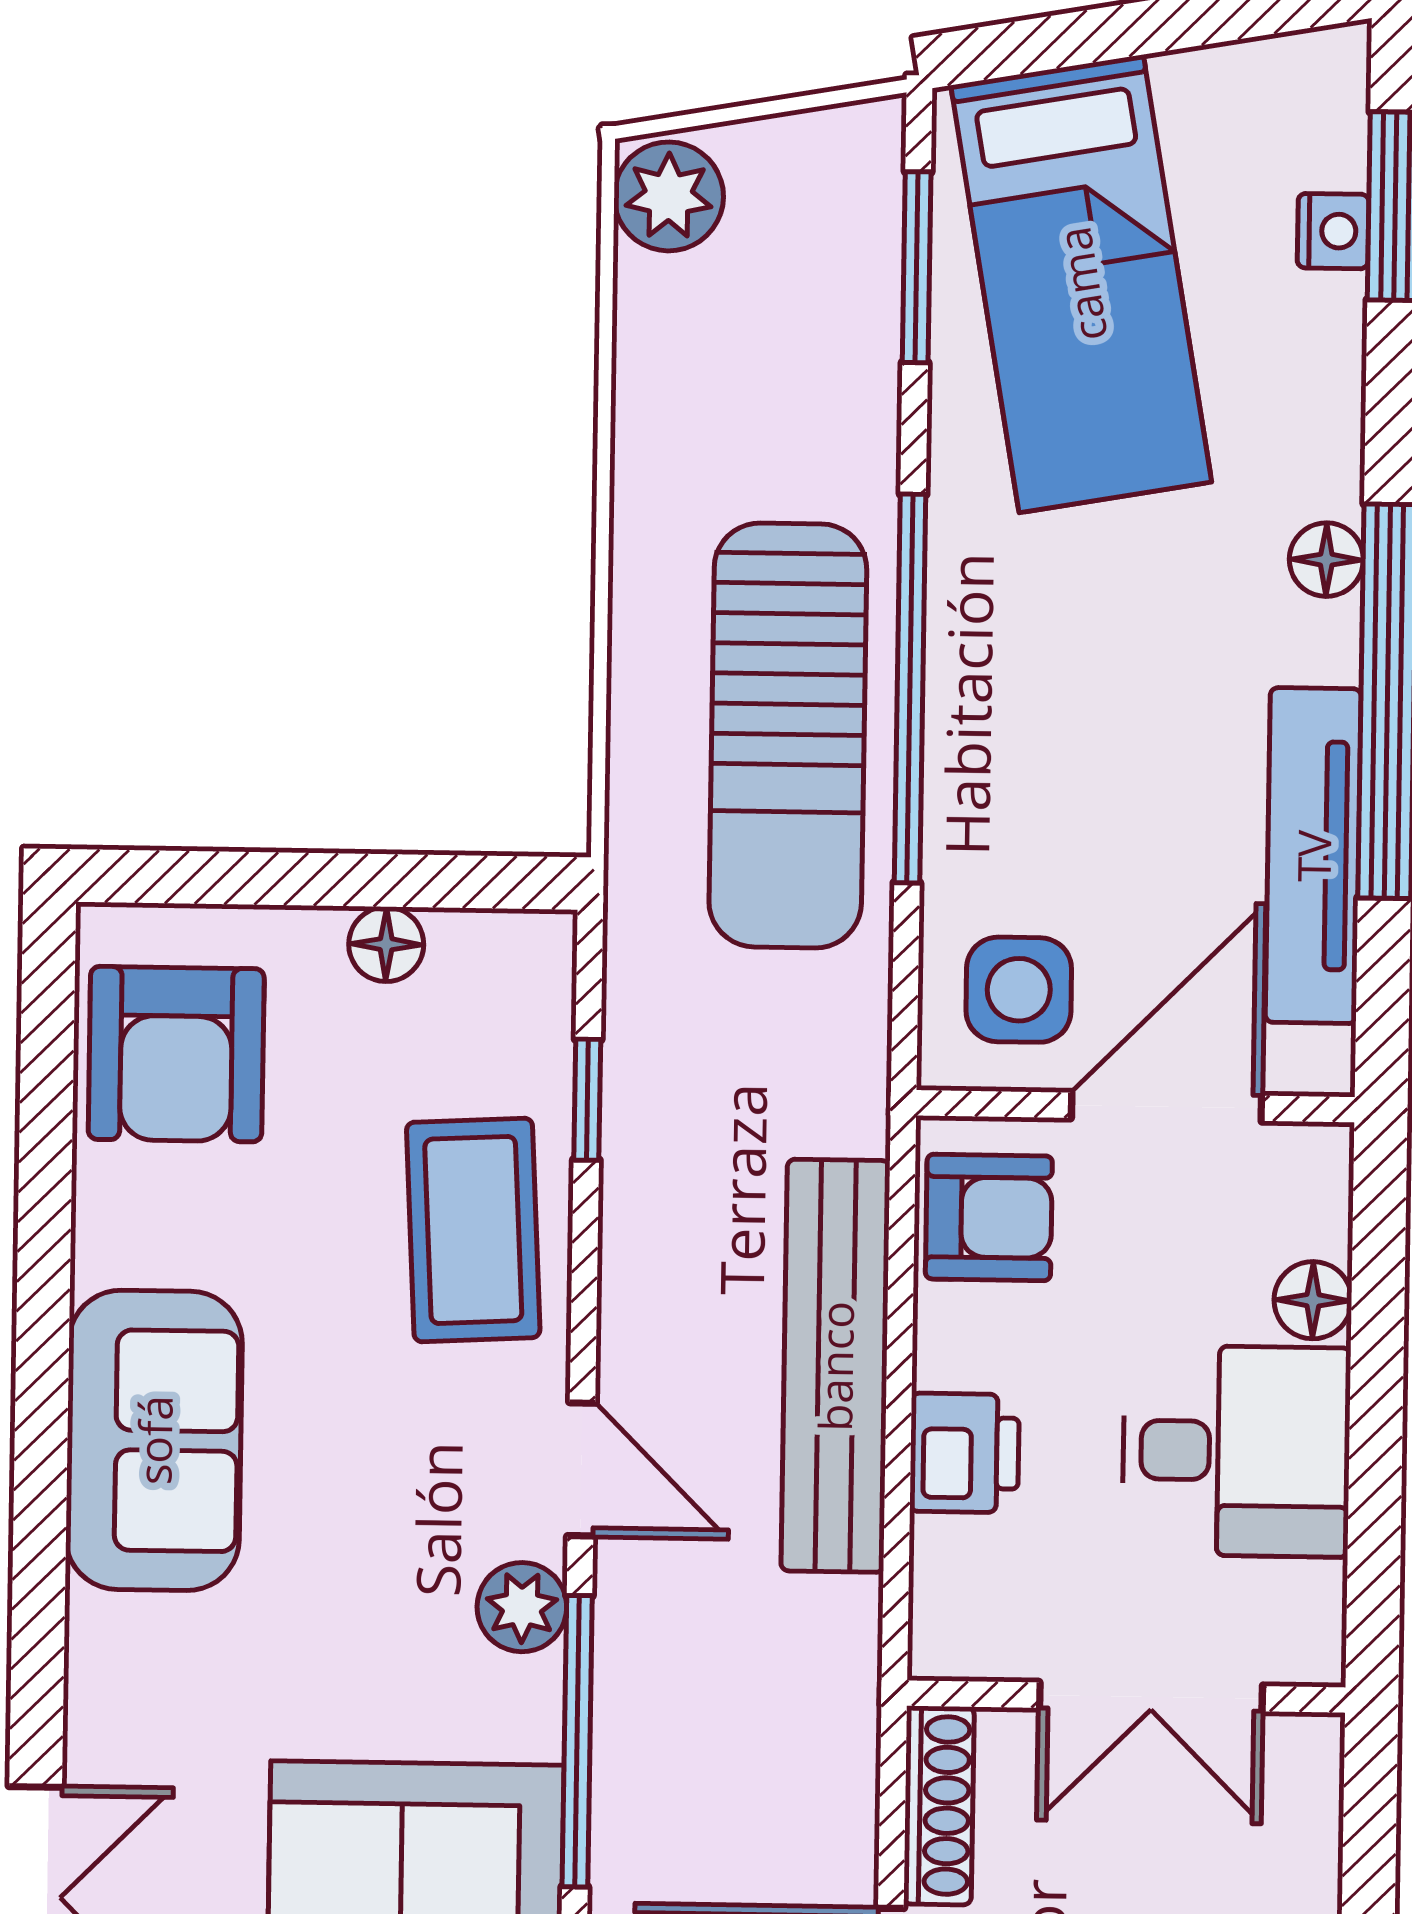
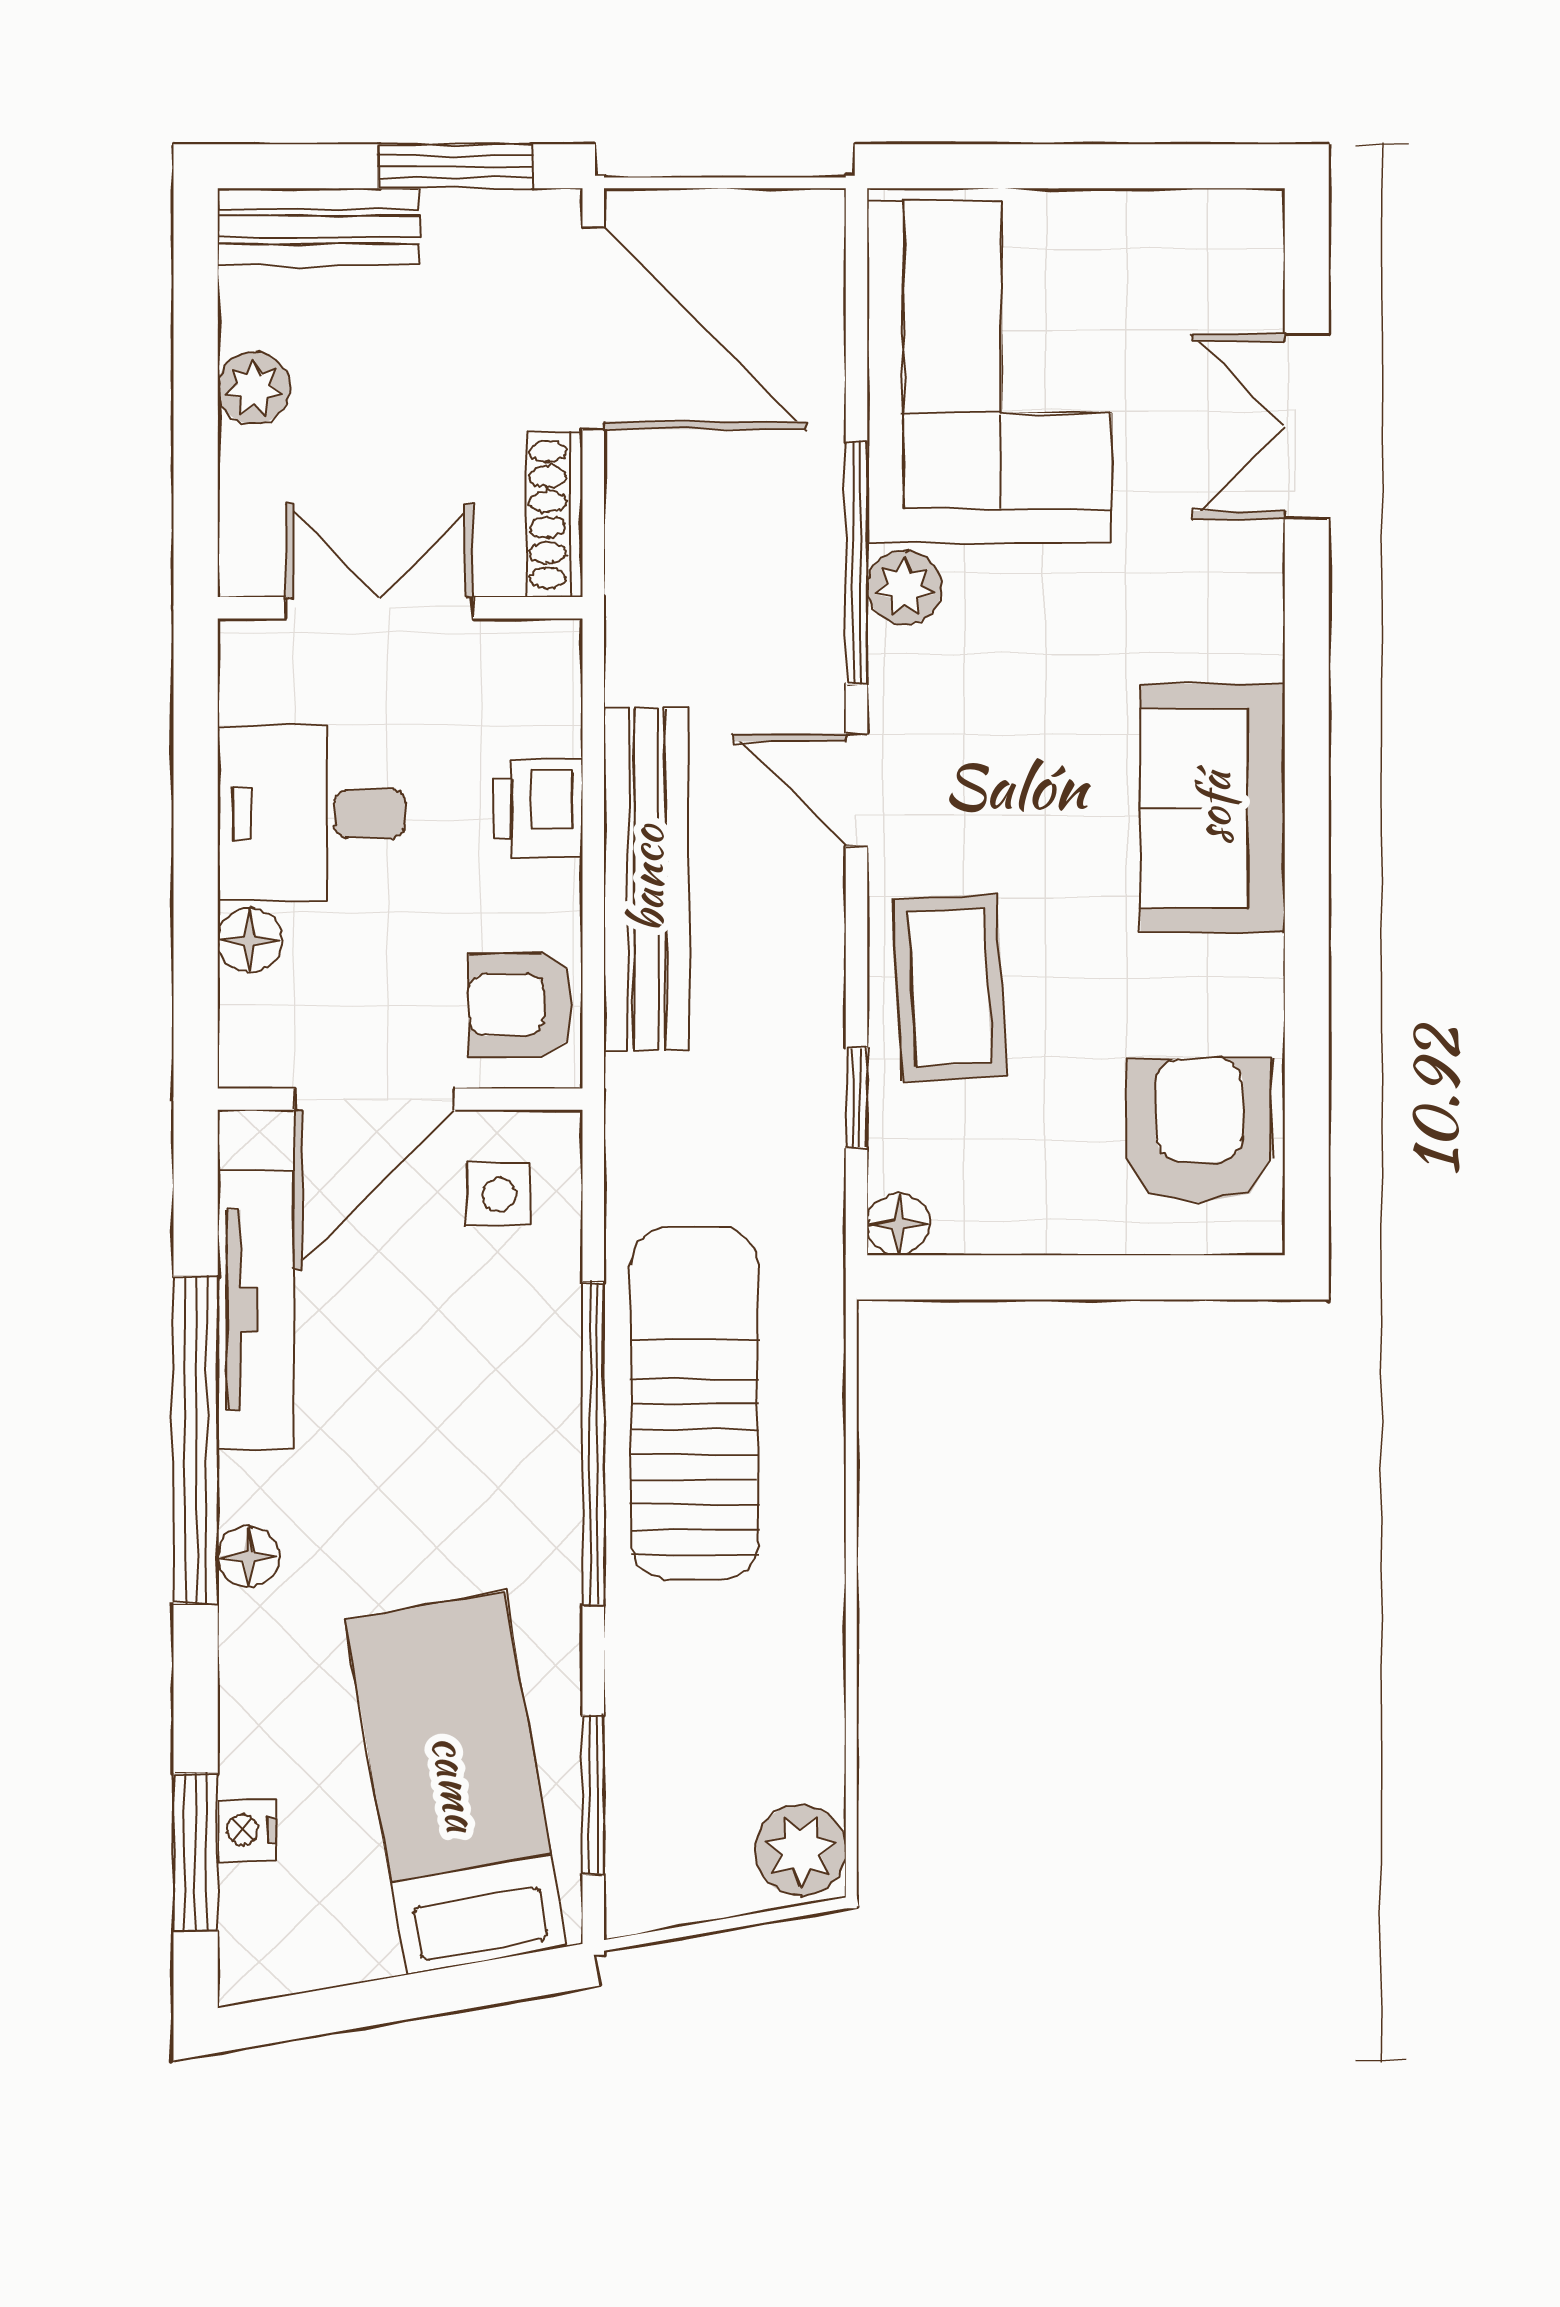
floor lamp: (386, 944) -> (898, 1224), moved
side table: (1019, 990) -> (499, 1195), width x0.73, depth x0.73
plant: (522, 1607) -> (904, 588), moved

